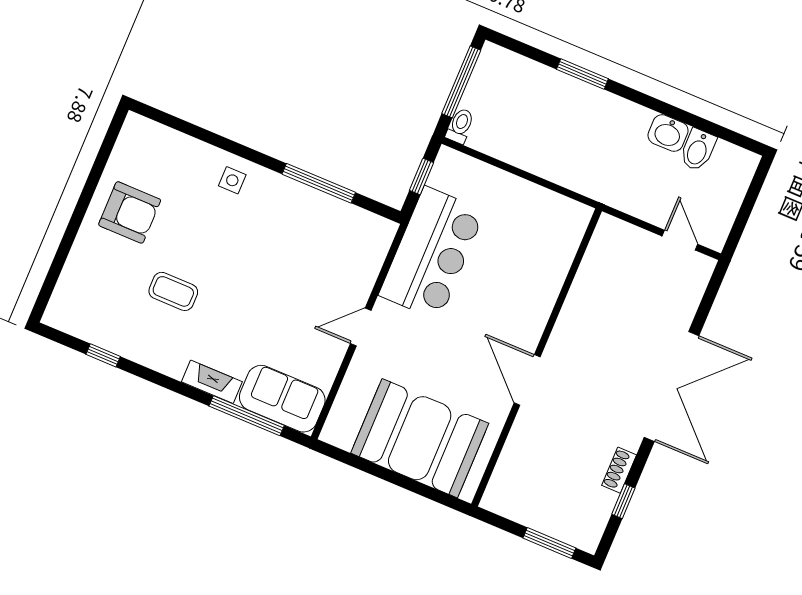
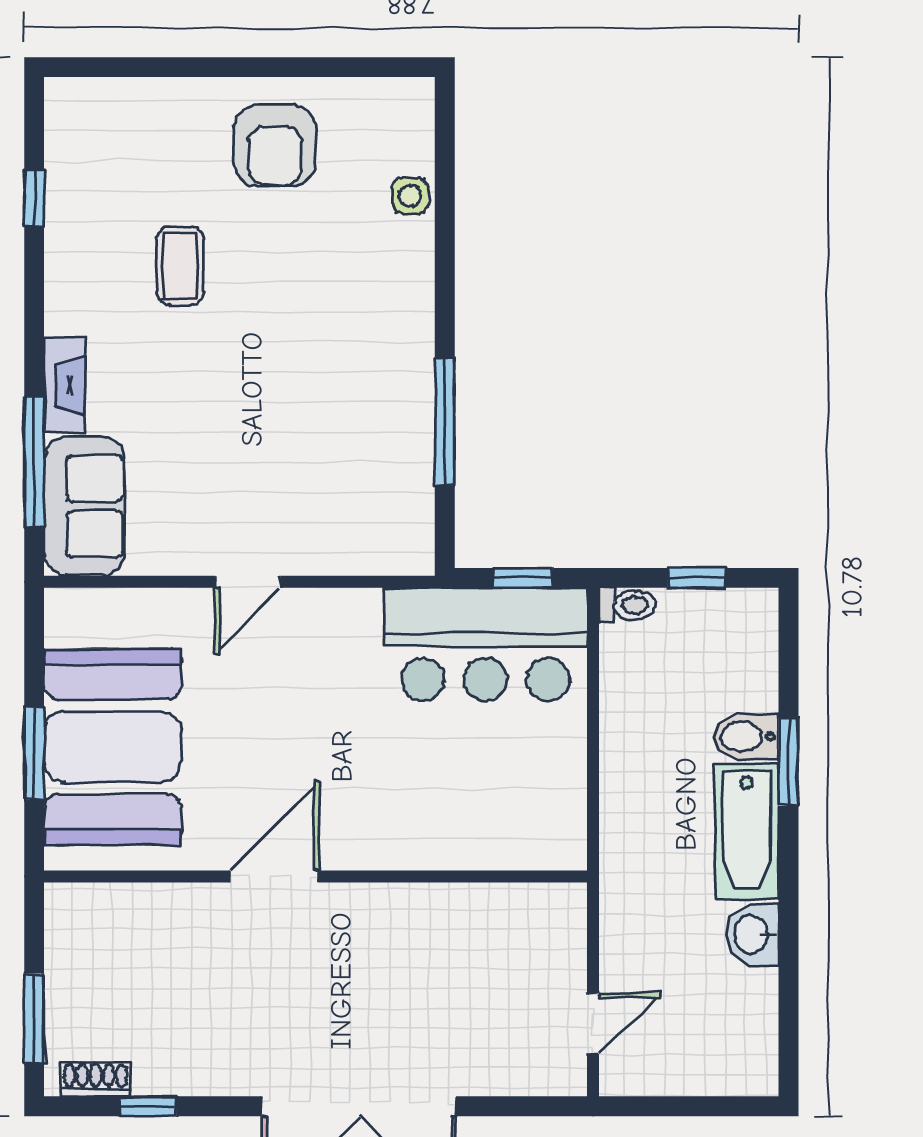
window: (461, 82) -> (697, 578), width x0.46
bathtub: (611, 113) -> (747, 832), added
bidet: (698, 150) -> (746, 737), moved
side table: (232, 180) -> (410, 196), moved
bar counter: (432, 253) -> (485, 644), moved
door: (361, 327) -> (248, 582), swing flipped
shoe rack: (619, 470) -> (95, 1079), moved
window: (405, 482) -> (34, 754), added

